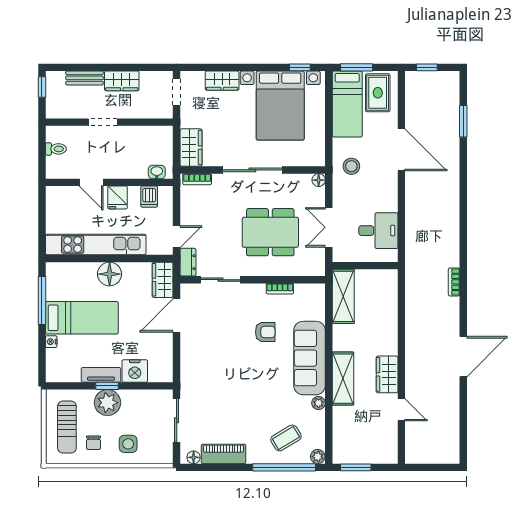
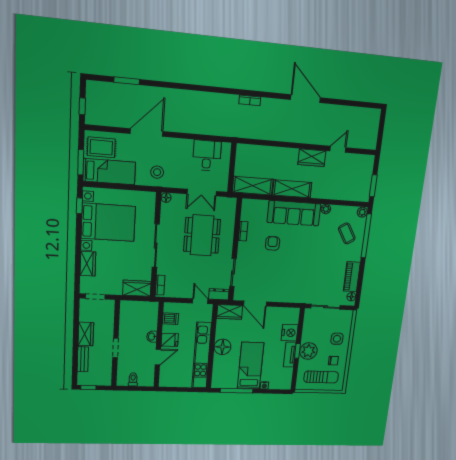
washbasin: (157, 172) -> (152, 337), moved
shelving: (343, 379) -> (292, 189), moved

